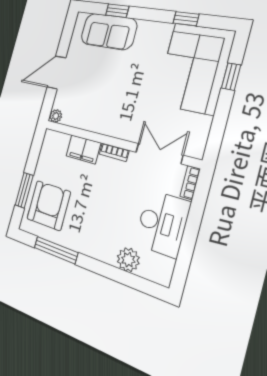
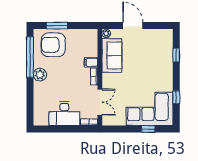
sofa: (109, 31) -> (112, 55), moved, turned 180
filing cabinet: (83, 149) -> (91, 62), width x0.50
armchair: (49, 205) -> (53, 45), turned 180
window: (56, 250) -> (30, 57), width x1.46
plant: (128, 260) -> (40, 75), moved

